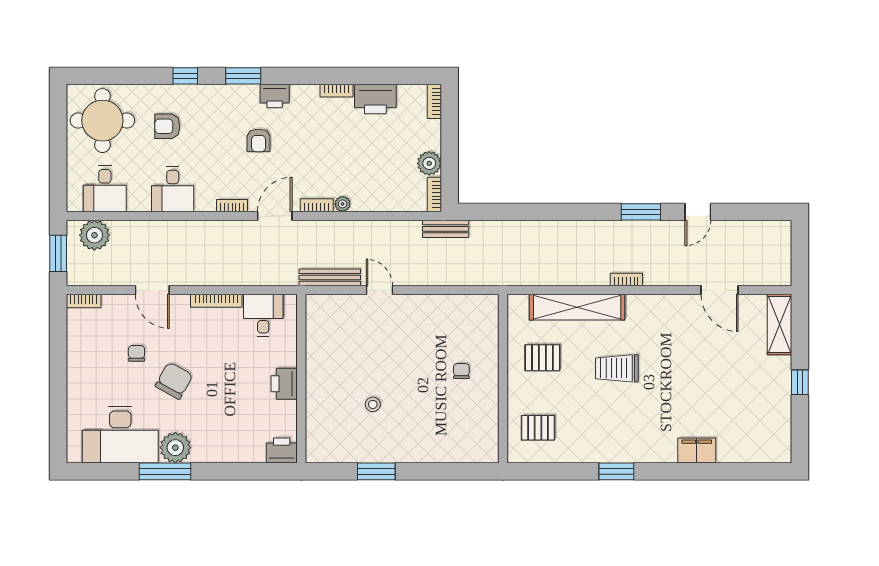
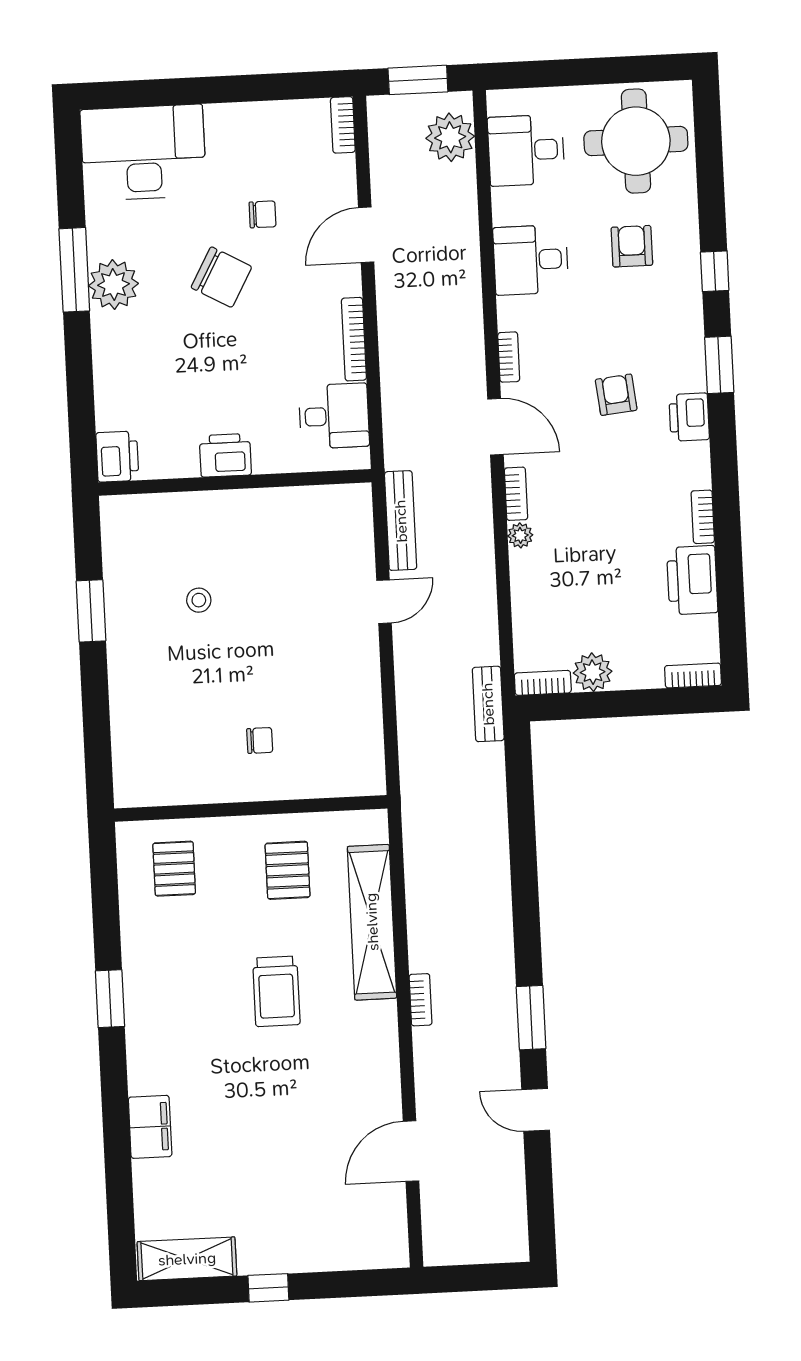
armchair: (259, 140) -> (616, 395), turned 84
shelving: (779, 324) -> (187, 1259), moved
trolley: (617, 368) -> (276, 991), turned 180
desk: (120, 435) -> (143, 153), moved, turned 90

